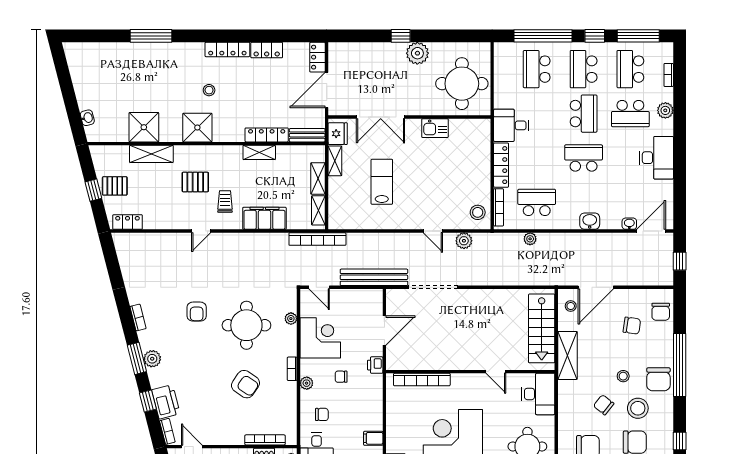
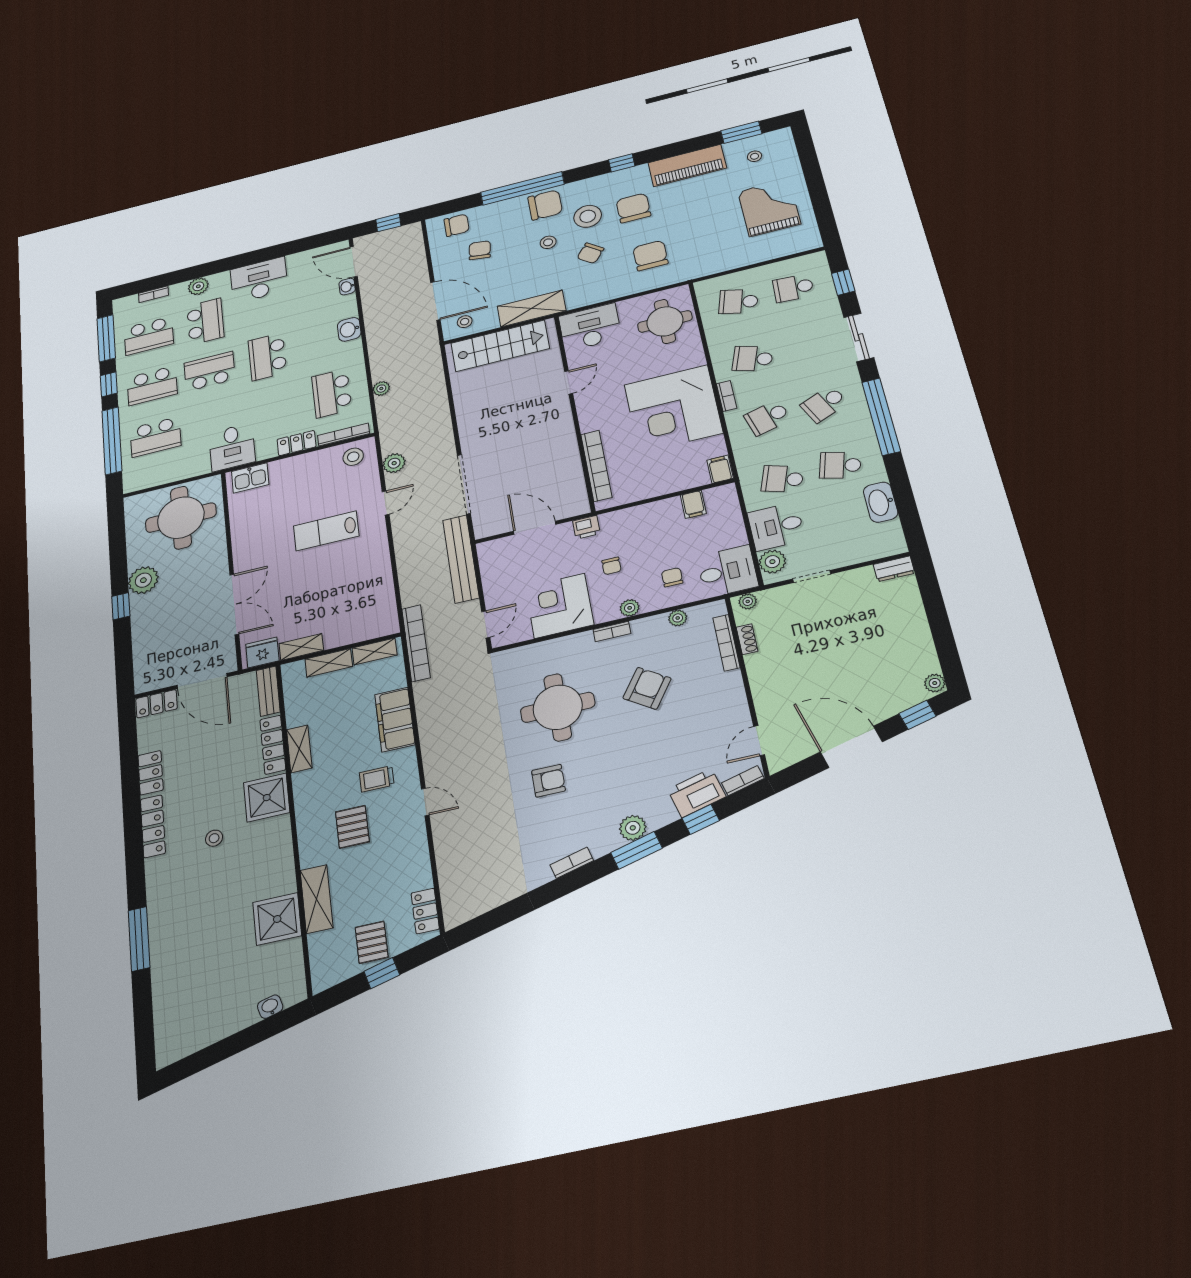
shower: (197, 128) -> (267, 798), moved
kitchen sink: (435, 128) -> (250, 478), moved, turned 90
locker: (501, 165) -> (297, 443), width x0.66
lab bench: (382, 182) -> (326, 531), moved
plant: (291, 319) -> (678, 618), moved

